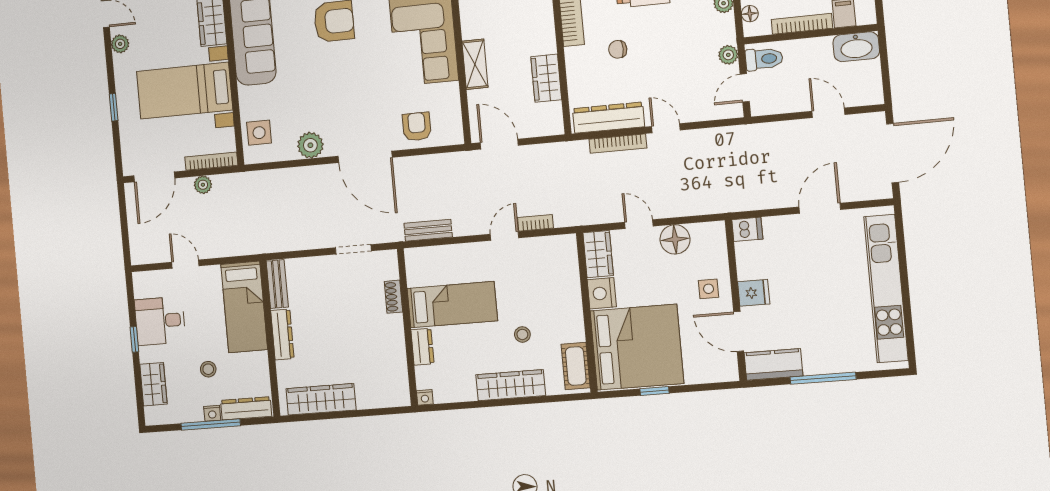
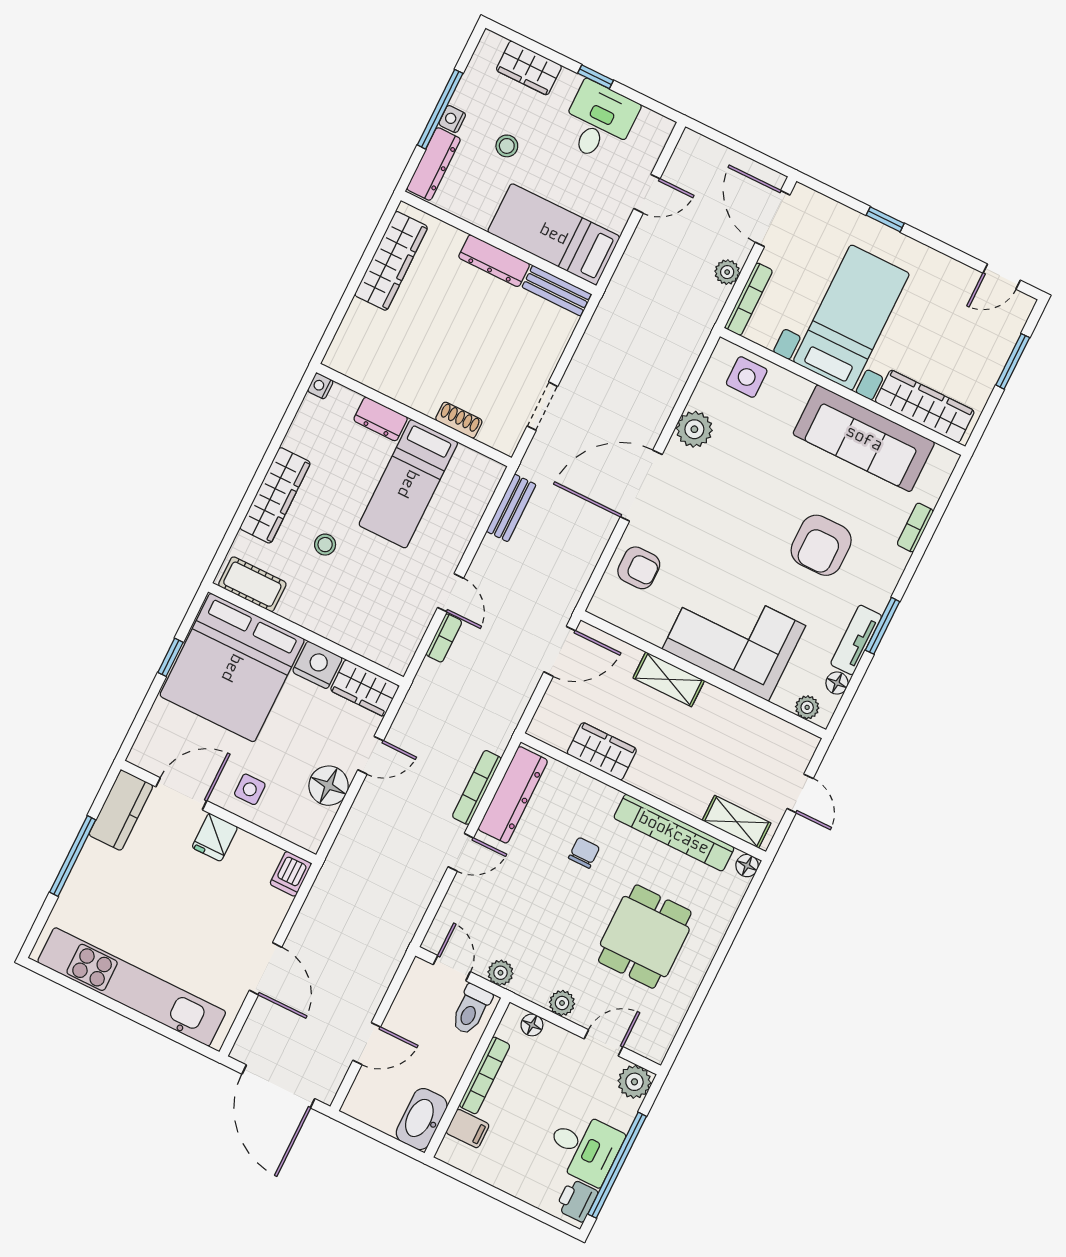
plant: (120, 44) -> (955, 273), removed

